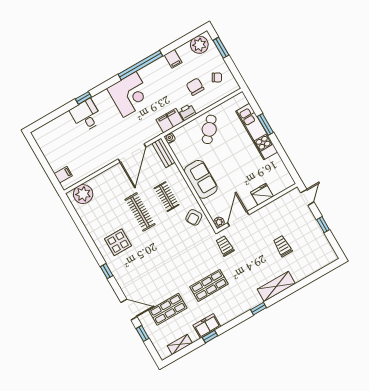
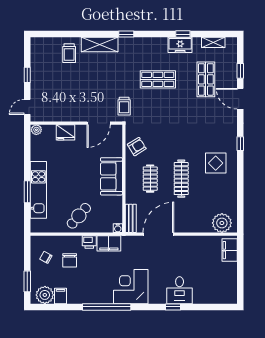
filing cabinet: (173, 59) -> (61, 296), moved
filing cabinet: (63, 175) -> (230, 250), width x2.00
plant: (219, 222) -> (36, 130), moved
trolley: (283, 246) -> (69, 53), moved
shop shelf: (168, 309) -> (206, 79), turned 90

